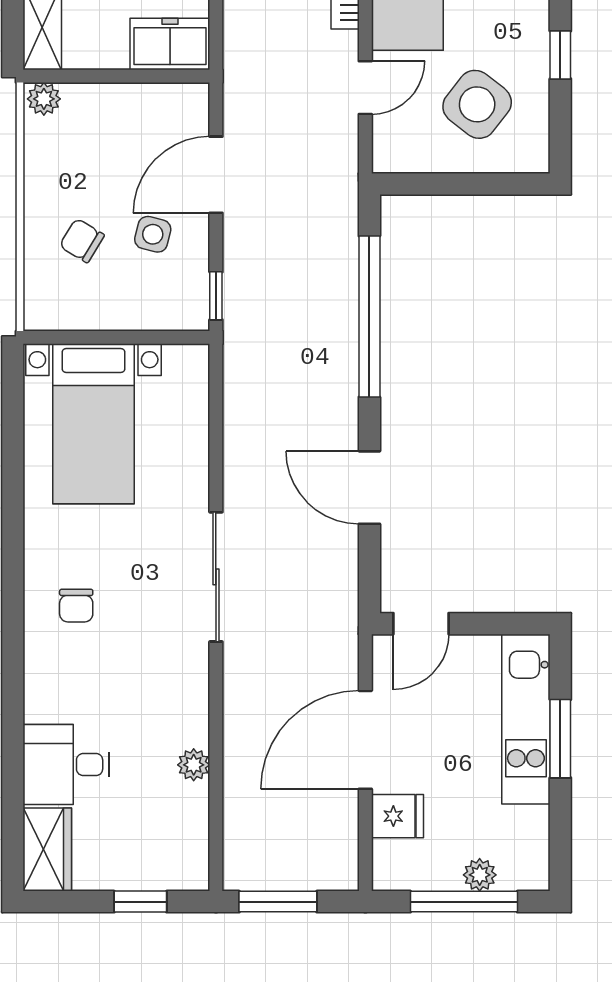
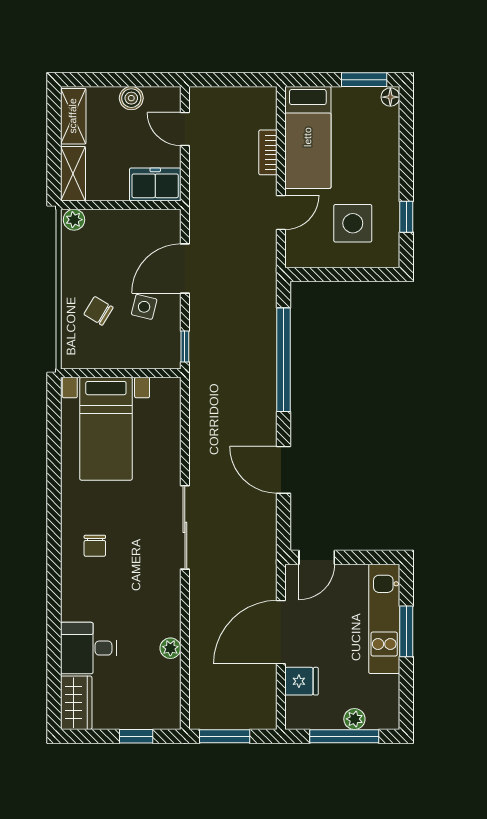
window: (560, 55) -> (406, 217), moved
side table: (477, 104) -> (353, 223), turned -38

